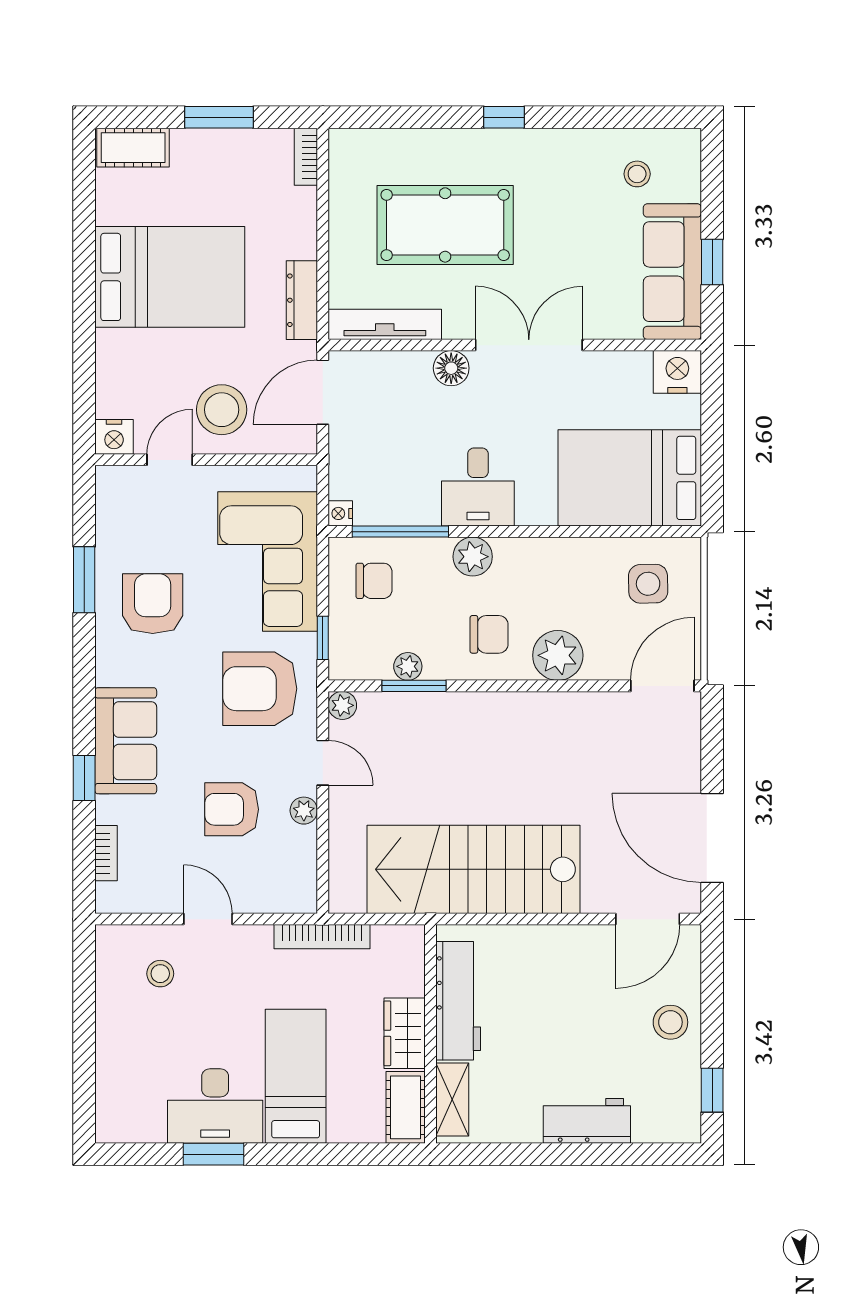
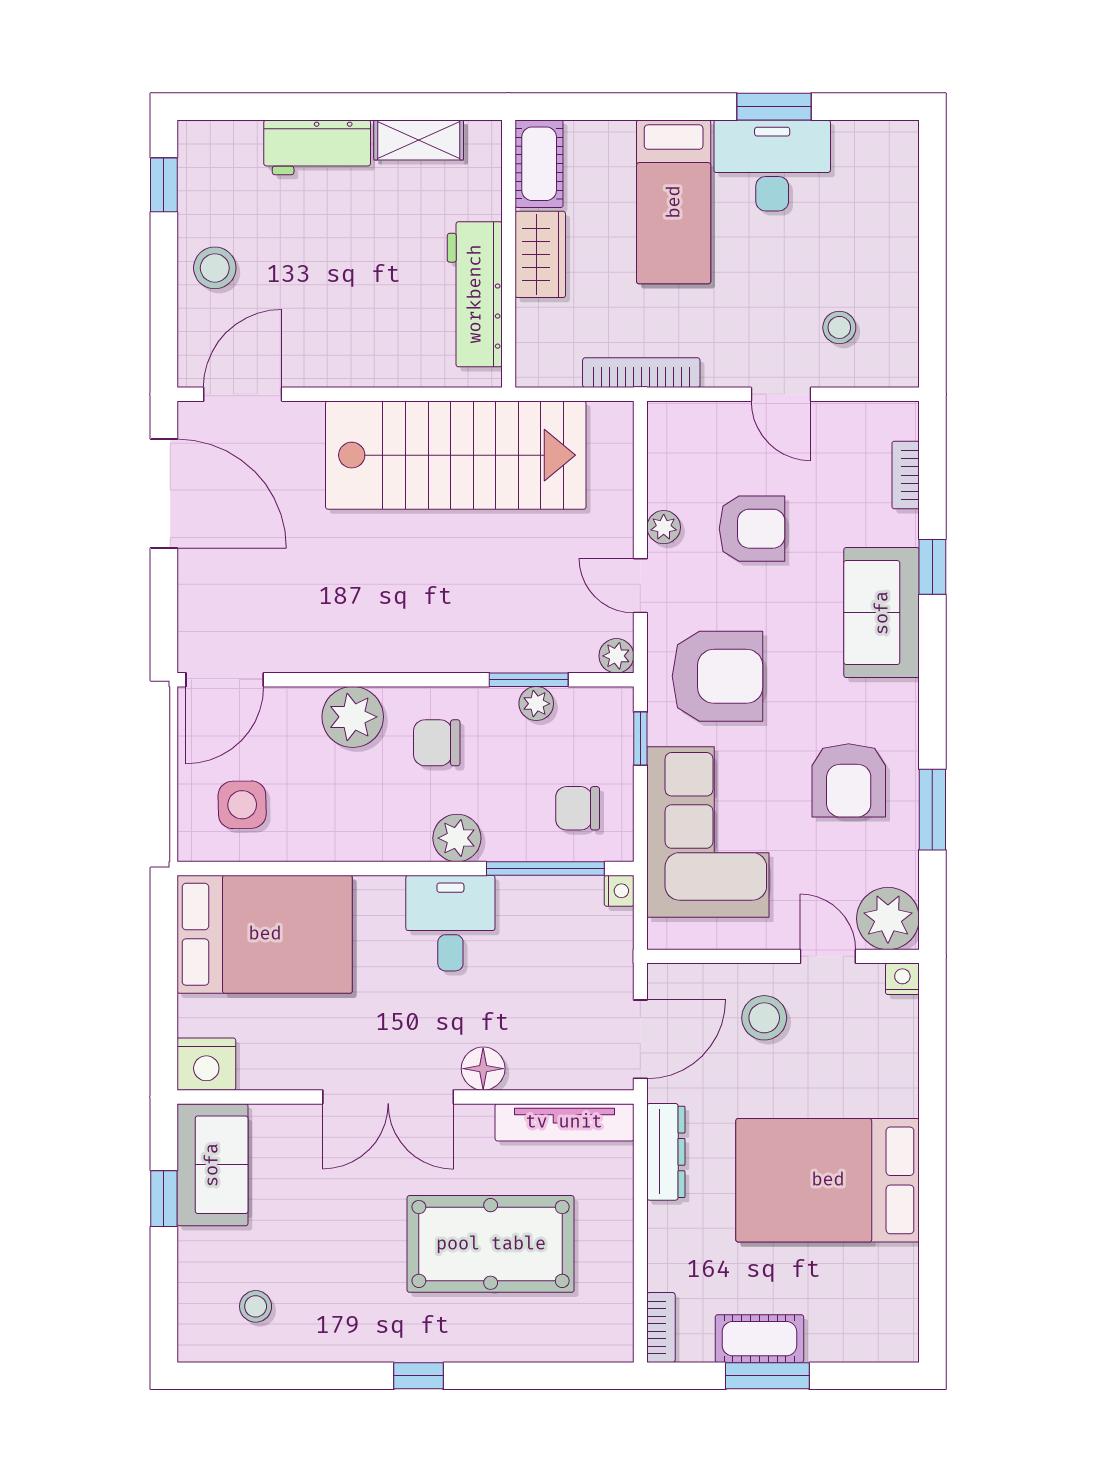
cot: (133, 148) -> (759, 1339), moved
sofa: (672, 272) -> (212, 1165), width x0.73
stool: (222, 410) -> (764, 1018), width x0.73, depth x0.73
nightstand: (114, 437) -> (902, 979), width x0.72, depth x0.74
door: (170, 460) -> (828, 956), swing flipped
plant: (121, 491) -> (888, 919), added
shelving: (452, 1100) -> (419, 140), moved, turned 90

